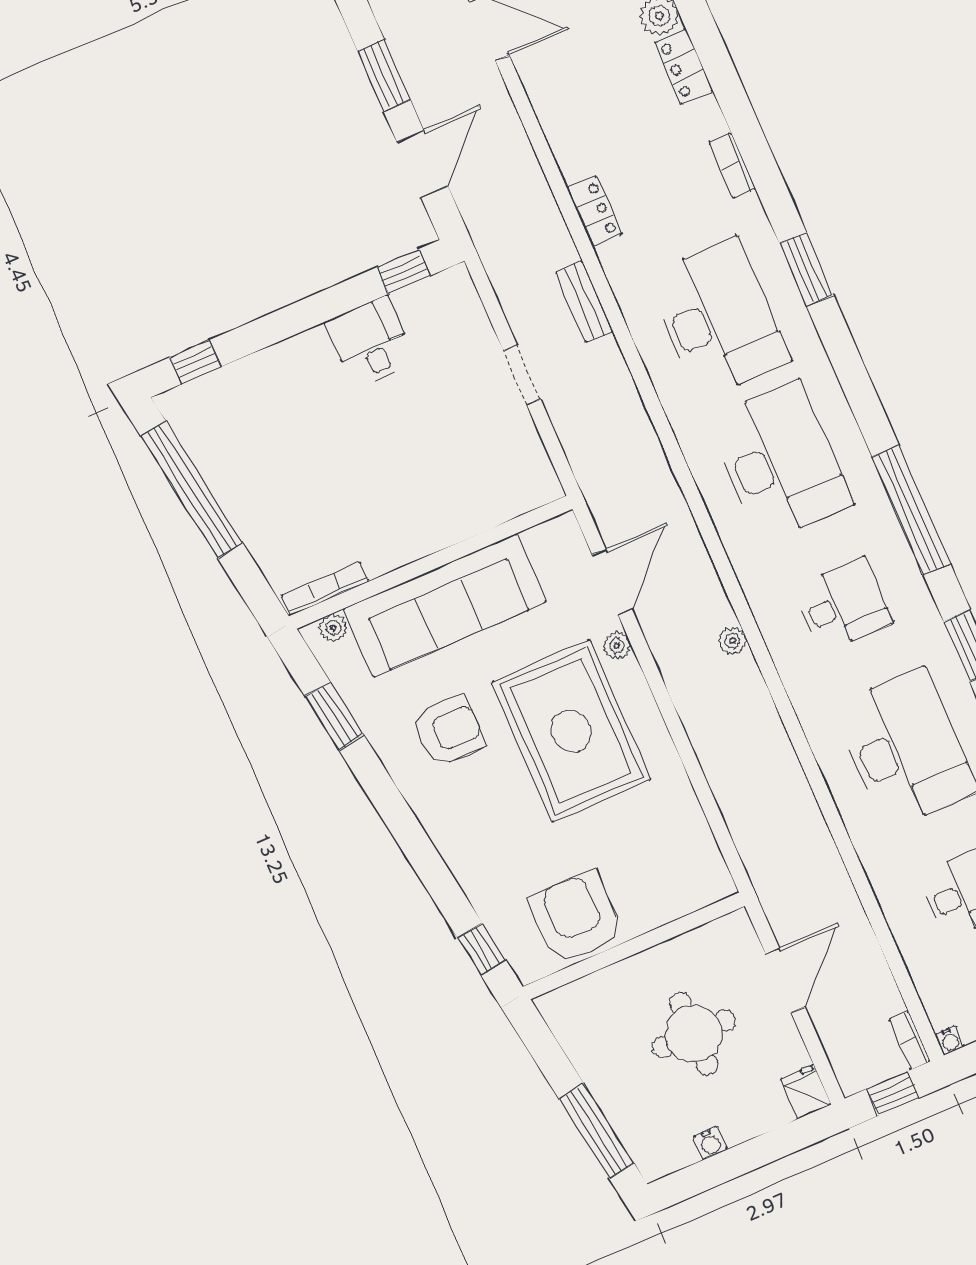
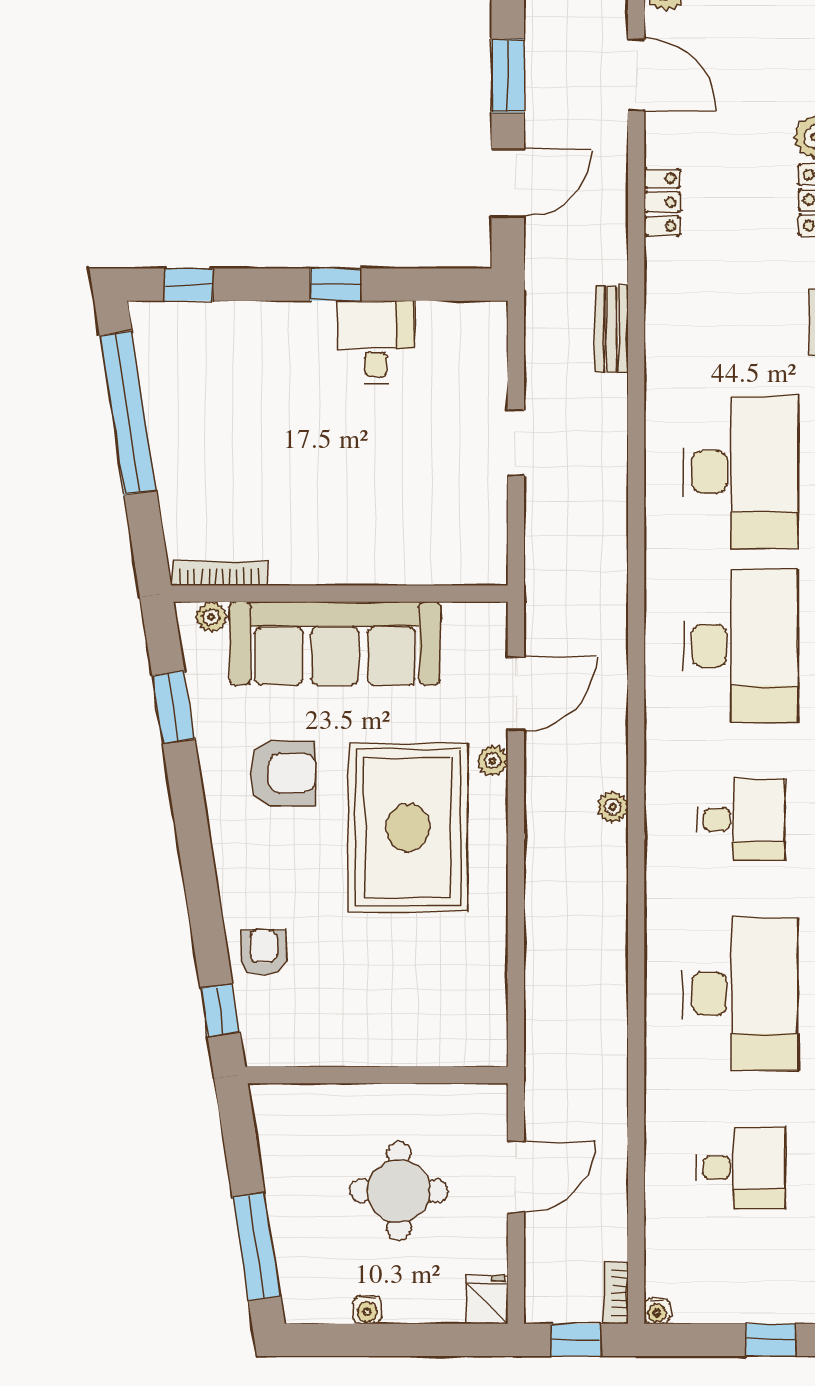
locker: (594, 211) -> (662, 202), moved
window: (404, 271) -> (335, 285), moved
bench: (584, 302) -> (612, 329), moved
armchair: (576, 917) -> (263, 952), moved, width x0.53, depth x0.53

